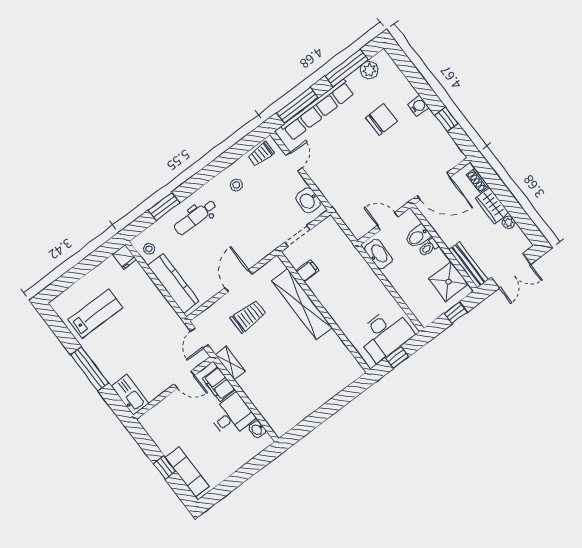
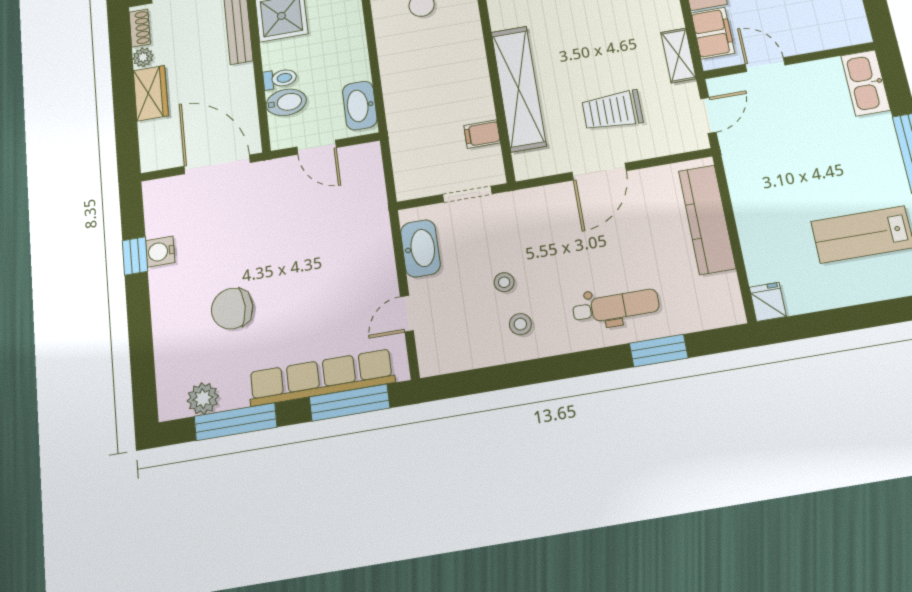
water cooler: (418, 106) -> (160, 252), moved
trolley: (261, 154) -> (453, 354), removed
shoe rack: (477, 180) -> (140, 28), moved
washbasin: (308, 200) -> (420, 248), width x1.38
stool: (149, 249) -> (504, 282), moved

